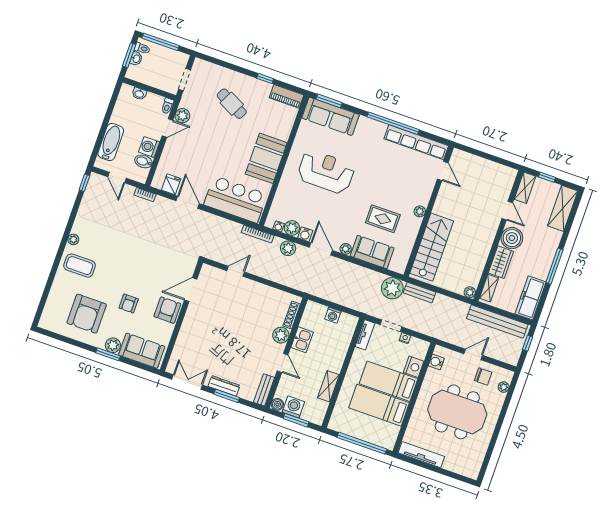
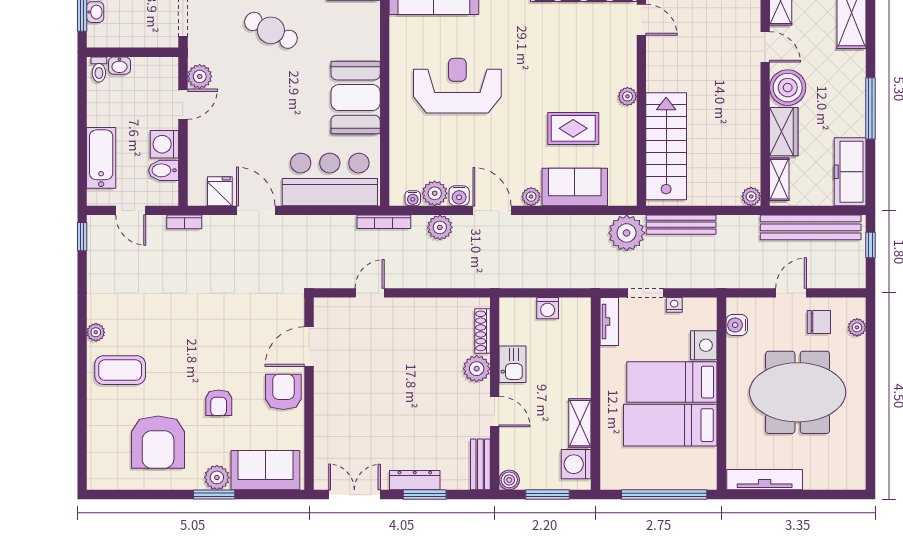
toilet: (167, 106) -> (99, 69), moved
bench: (419, 293) -> (681, 225), width x1.36
washing machine: (293, 407) -> (576, 464), moved, turned -90

